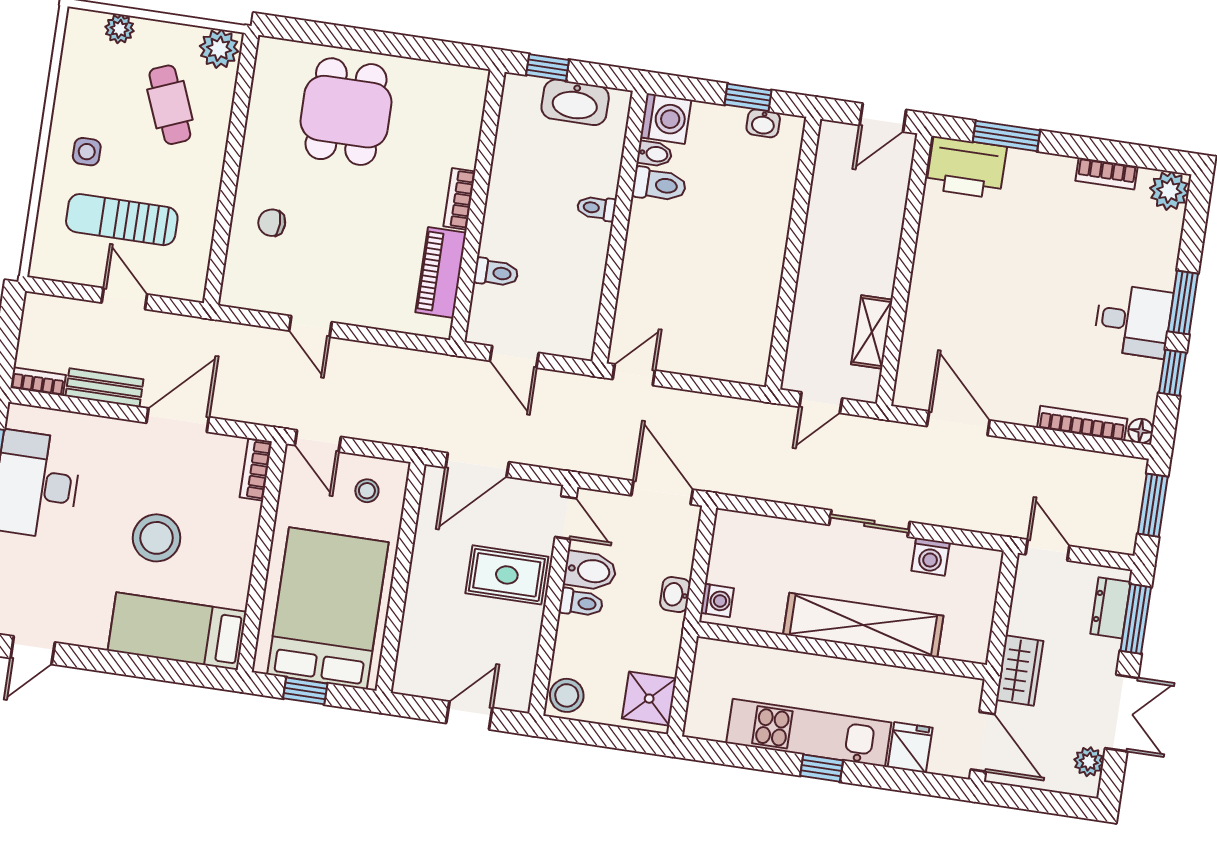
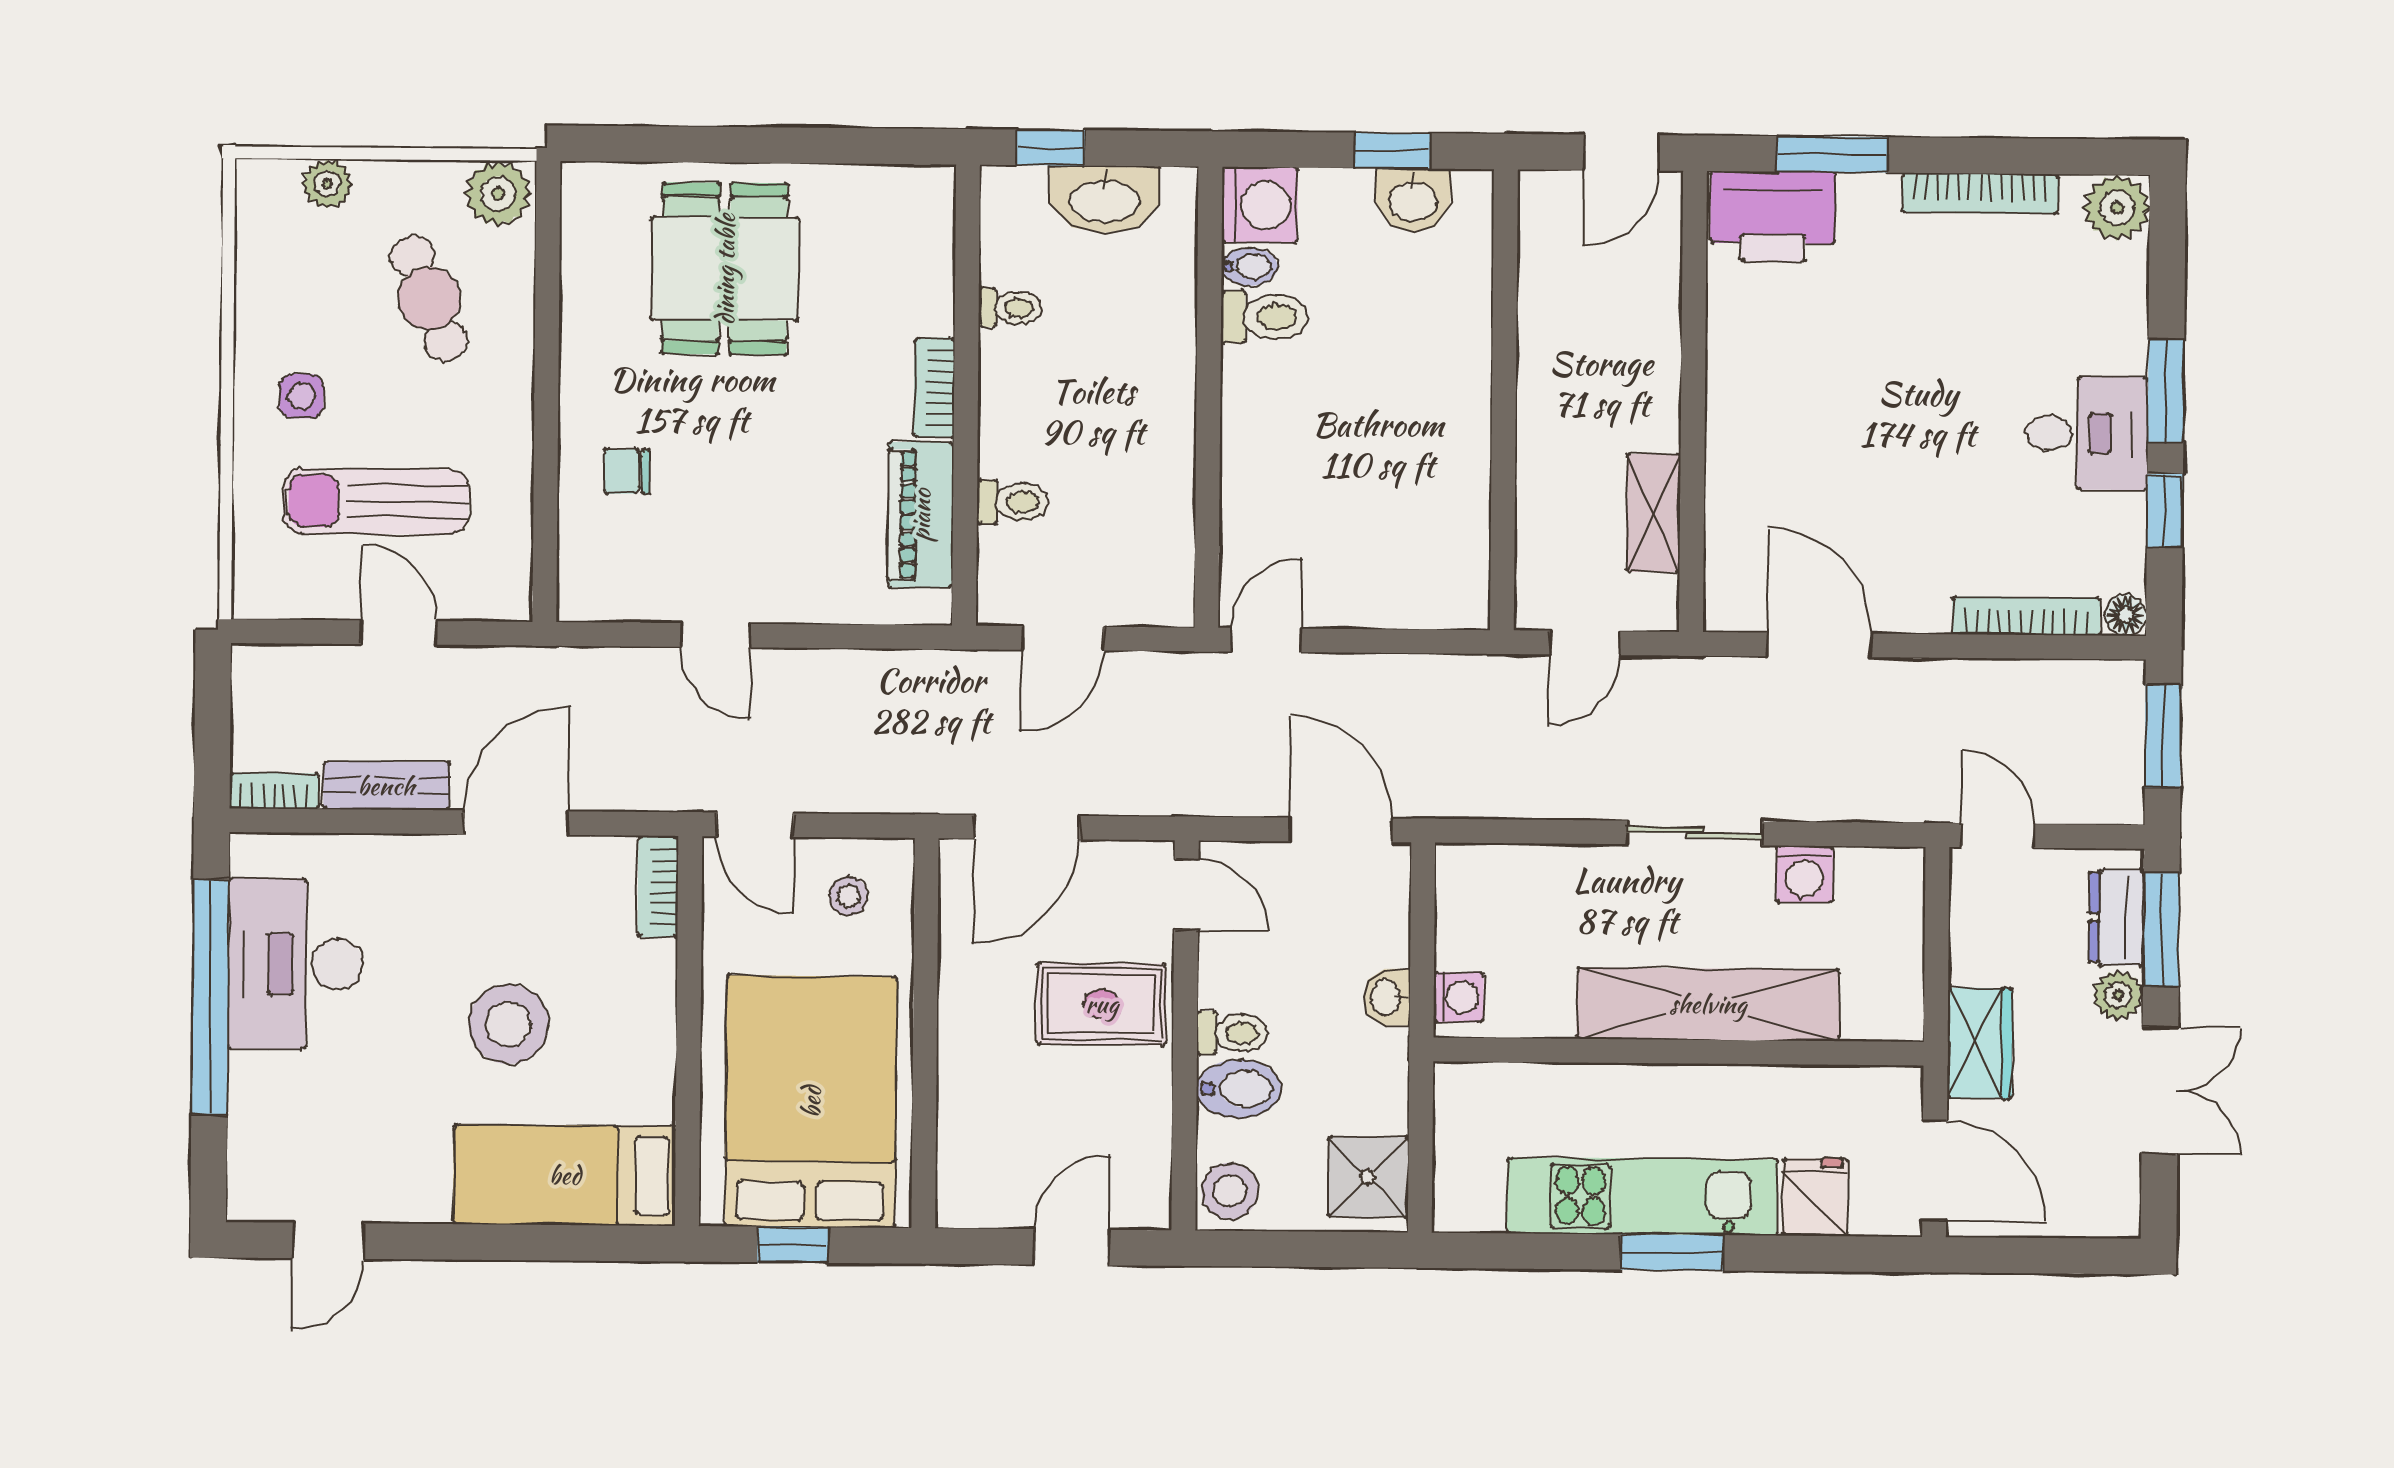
washbasin: (763, 123) -> (1413, 200), width x1.38, depth x1.45
bookcase: (1107, 174) -> (1980, 193), width x1.56
toilet: (596, 208) -> (1010, 308), moved, turned 180
door: (514, 357) -> (1063, 638), hinge flipped
bidet: (590, 571) -> (1239, 1089), moved
plant: (1089, 762) -> (2118, 995), moved
window: (822, 768) -> (1672, 1252), width x1.50

